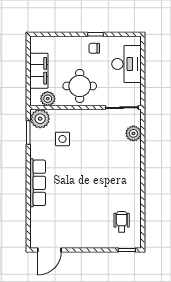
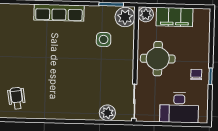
plant: (48, 99) -> (146, 14), moved
wheelchair: (122, 222) -> (17, 98), turned -99

